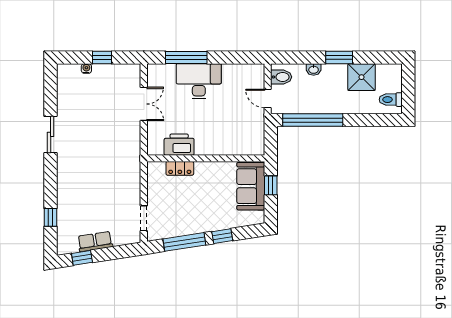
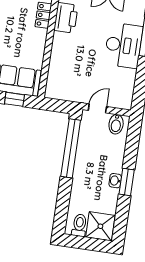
washbasin: (314, 69) -> (115, 181), moved
shower: (362, 77) -> (100, 226), moved

